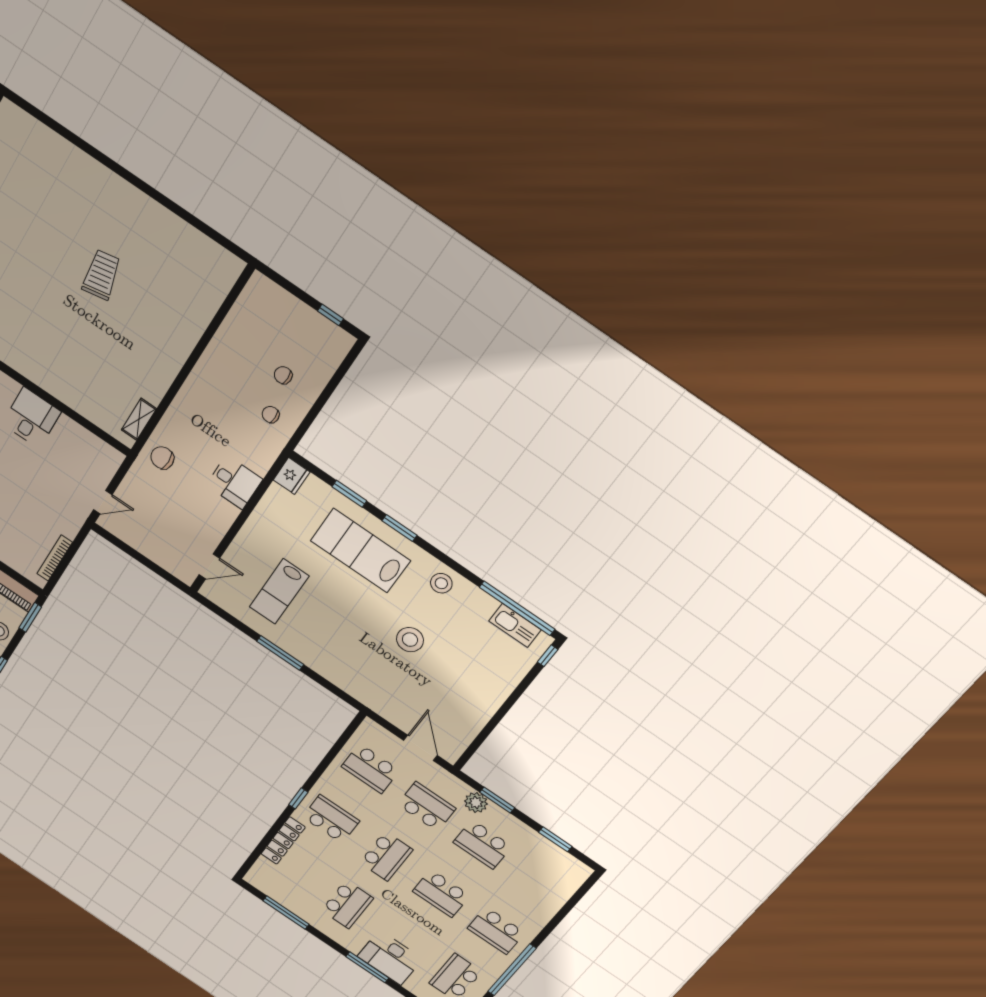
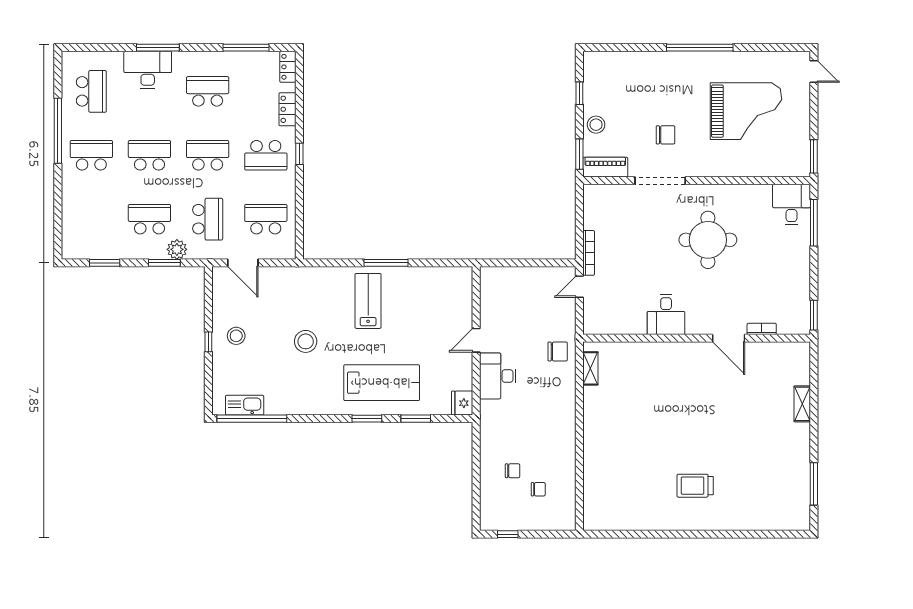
trolley: (101, 275) -> (695, 486), moved, turned 101
chair: (271, 415) -> (538, 489), moved
desk: (234, 482) -> (498, 376), width x1.37
bookcase: (55, 558) -> (589, 253), moved
door: (209, 566) -> (476, 340), moved
stool: (441, 583) -> (236, 336), moved
lab bench: (279, 591) -> (368, 301), moved
window: (548, 656) -> (208, 342), moved
school desk: (427, 806) -> (208, 219), turned -90
locker: (283, 841) -> (287, 109), width x0.66
school desk: (386, 856) -> (208, 155), turned 90
locker: (258, 872) -> (288, 67), added
school desk: (347, 904) -> (208, 91), turned 90

